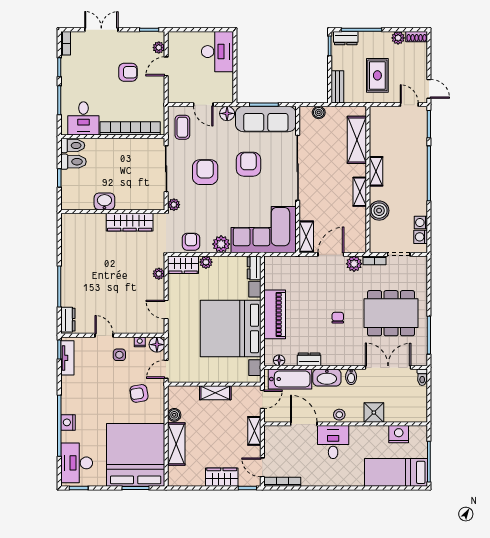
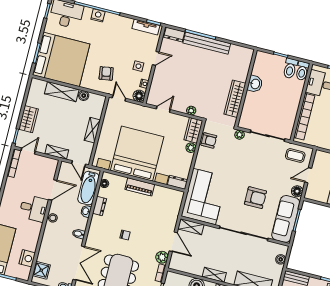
armchair: (205, 172) -> (258, 164), removed
plant: (221, 244) -> (201, 162), removed
bench: (68, 276) -> (207, 43), added
piano: (275, 314) -> (140, 187), width x0.73, depth x0.75
washbasin: (327, 377) -> (86, 211), width x0.52, depth x0.69
shower: (374, 413) -> (41, 270), moved

